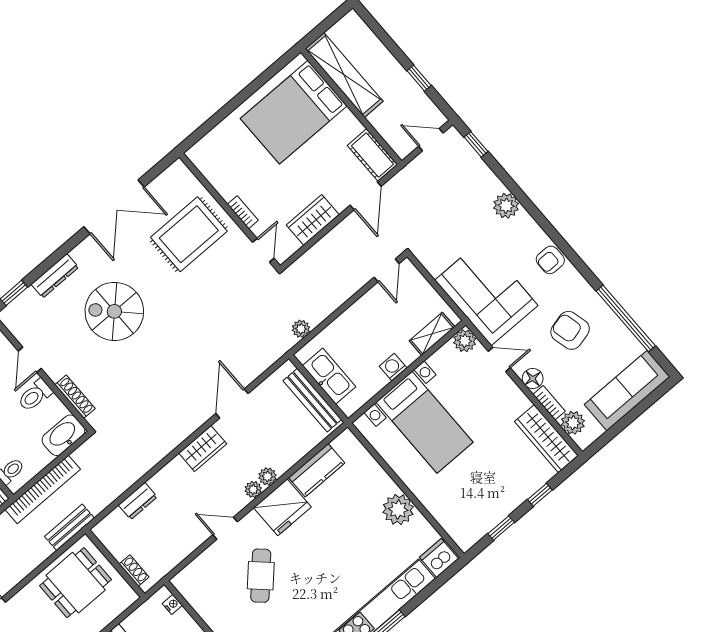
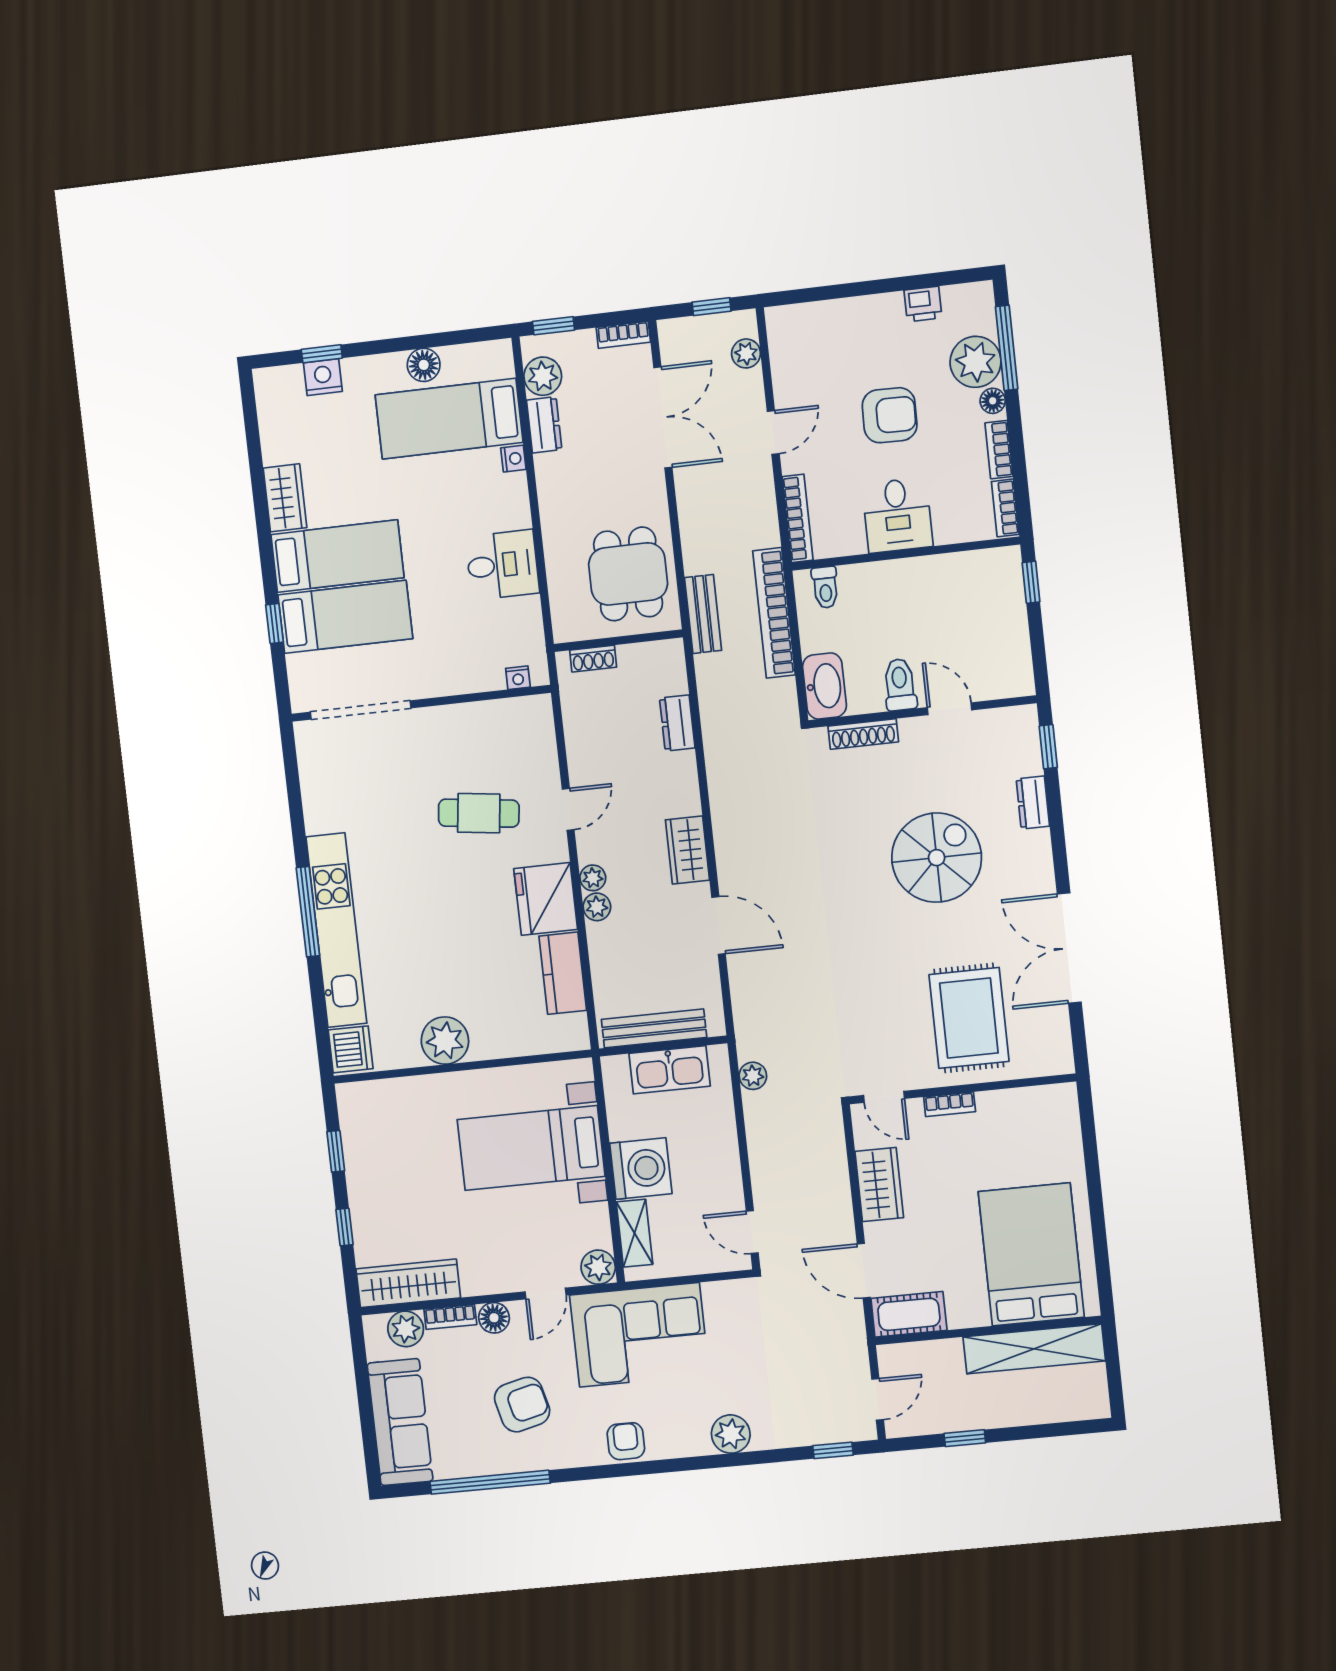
dresser: (55, 276) -> (1033, 802), width x0.70
washing machine: (393, 367) -> (641, 1168), width x1.89, depth x1.89
cafe table: (261, 576) -> (479, 813), turned -36

